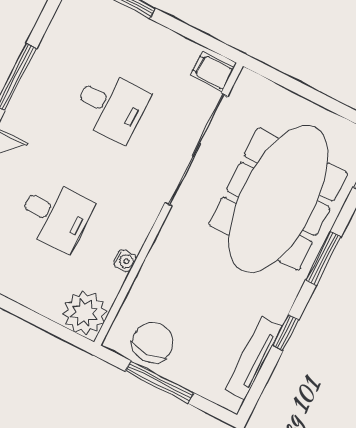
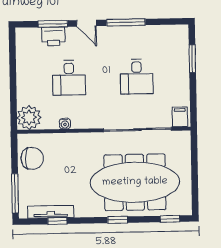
window: (323, 258) -> (118, 220), width x0.67
window: (286, 332) -> (57, 221), moved
window: (159, 382) -> (15, 193), moved

